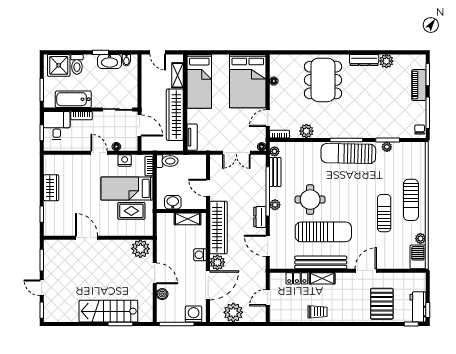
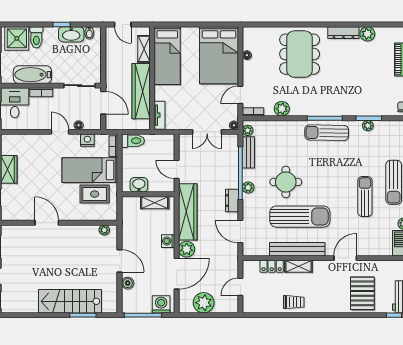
sun lounger: (348, 153) -> (327, 133), width x0.73, depth x0.75
plant: (140, 249) -> (104, 230), width x0.53, depth x0.53

